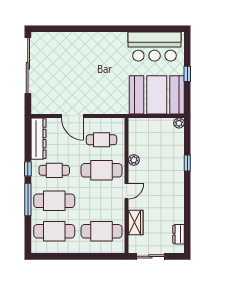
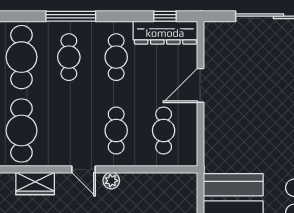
plant: (134, 160) -> (111, 181), moved
window: (28, 169) -> (165, 16), moved
cafe table: (101, 170) -> (116, 130), width x0.73, depth x0.74
cafe table: (54, 201) -> (69, 57), width x0.73, depth x0.74

